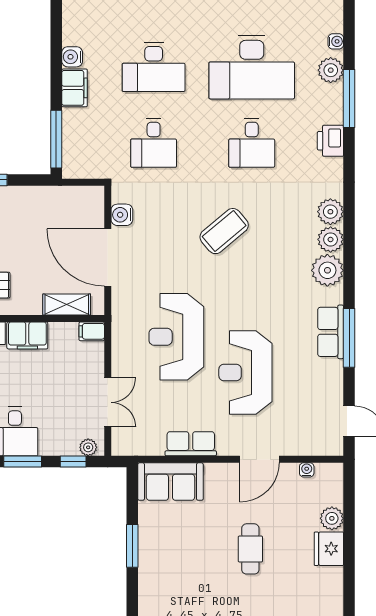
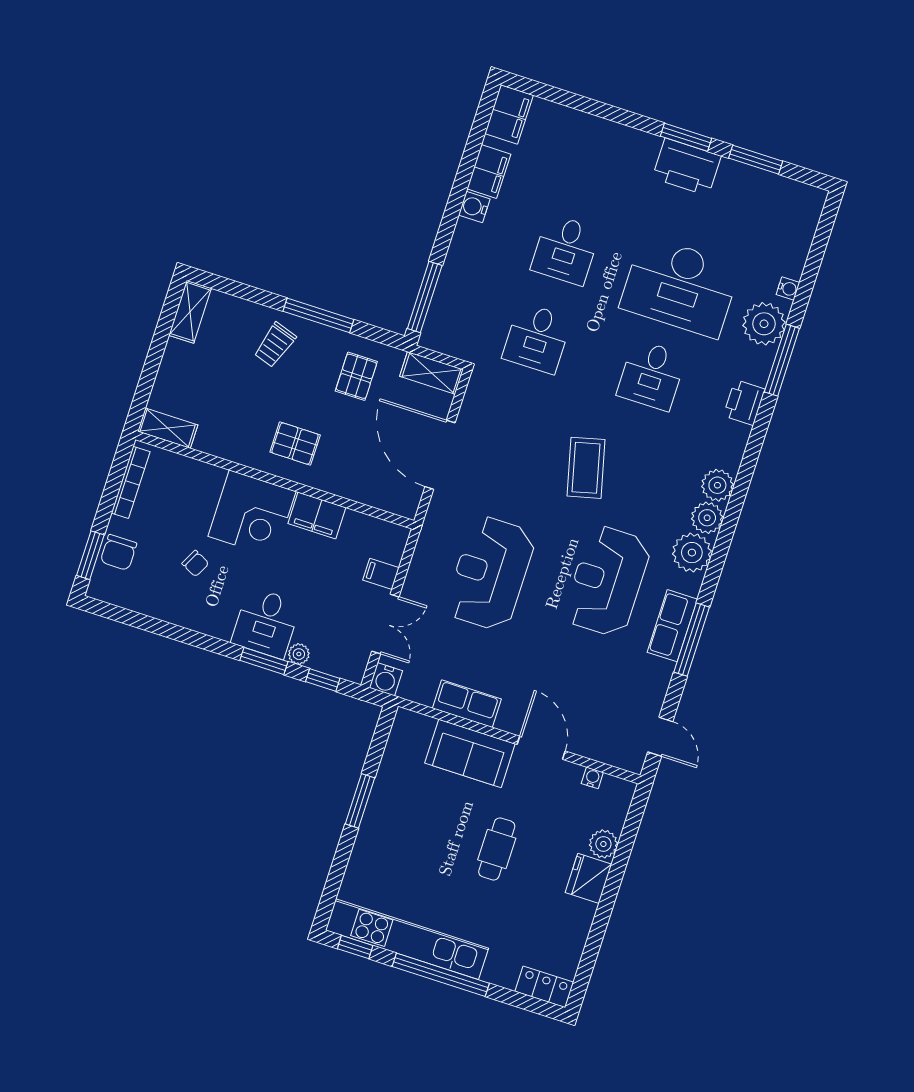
desk: (154, 67) -> (566, 250), width x0.73
plant: (331, 70) -> (764, 324), width x1.36, depth x1.36
filing cabinet: (75, 88) -> (489, 172), moved
water cooler: (122, 215) -> (386, 679), moved, turned -90
pallet: (23, 218) -> (356, 376), added
coffee table: (224, 231) -> (586, 468), turned -64
shelving: (67, 304) -> (431, 373), moved
filing cabinet: (92, 331) -> (381, 574), moved
reception desk: (245, 372) -> (607, 581), moved
plant: (88, 447) -> (299, 654), moved
door: (259, 459) -> (541, 748), swing flipped
sofa: (170, 482) -> (470, 753), moved

